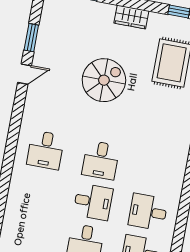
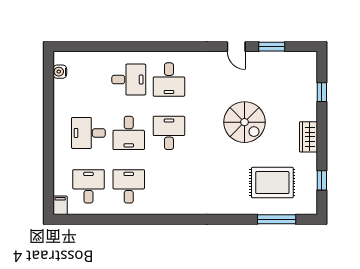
desk: (46, 150) -> (169, 80), turned -90
desk: (101, 160) -> (169, 133), turned 90
desk: (38, 192) -> (129, 80), added

